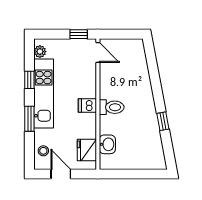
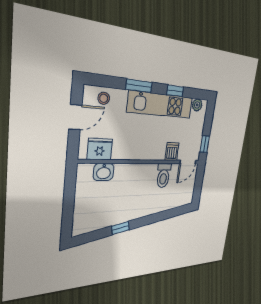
dishwasher: (87, 105) -> (172, 152), moved
toilet: (112, 107) -> (163, 176), moved

